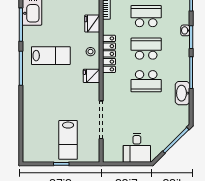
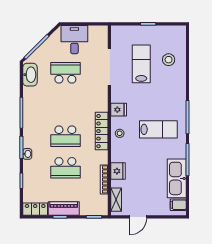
fridge: (92, 24) -> (118, 171), moved
lab bench: (51, 56) -> (158, 129), turned 180
school desk: (146, 81) -> (65, 73), moved
washbasin: (182, 93) -> (30, 75), moved
stool: (40, 127) -> (169, 60), added
lab bench: (68, 140) -> (141, 64), moved

